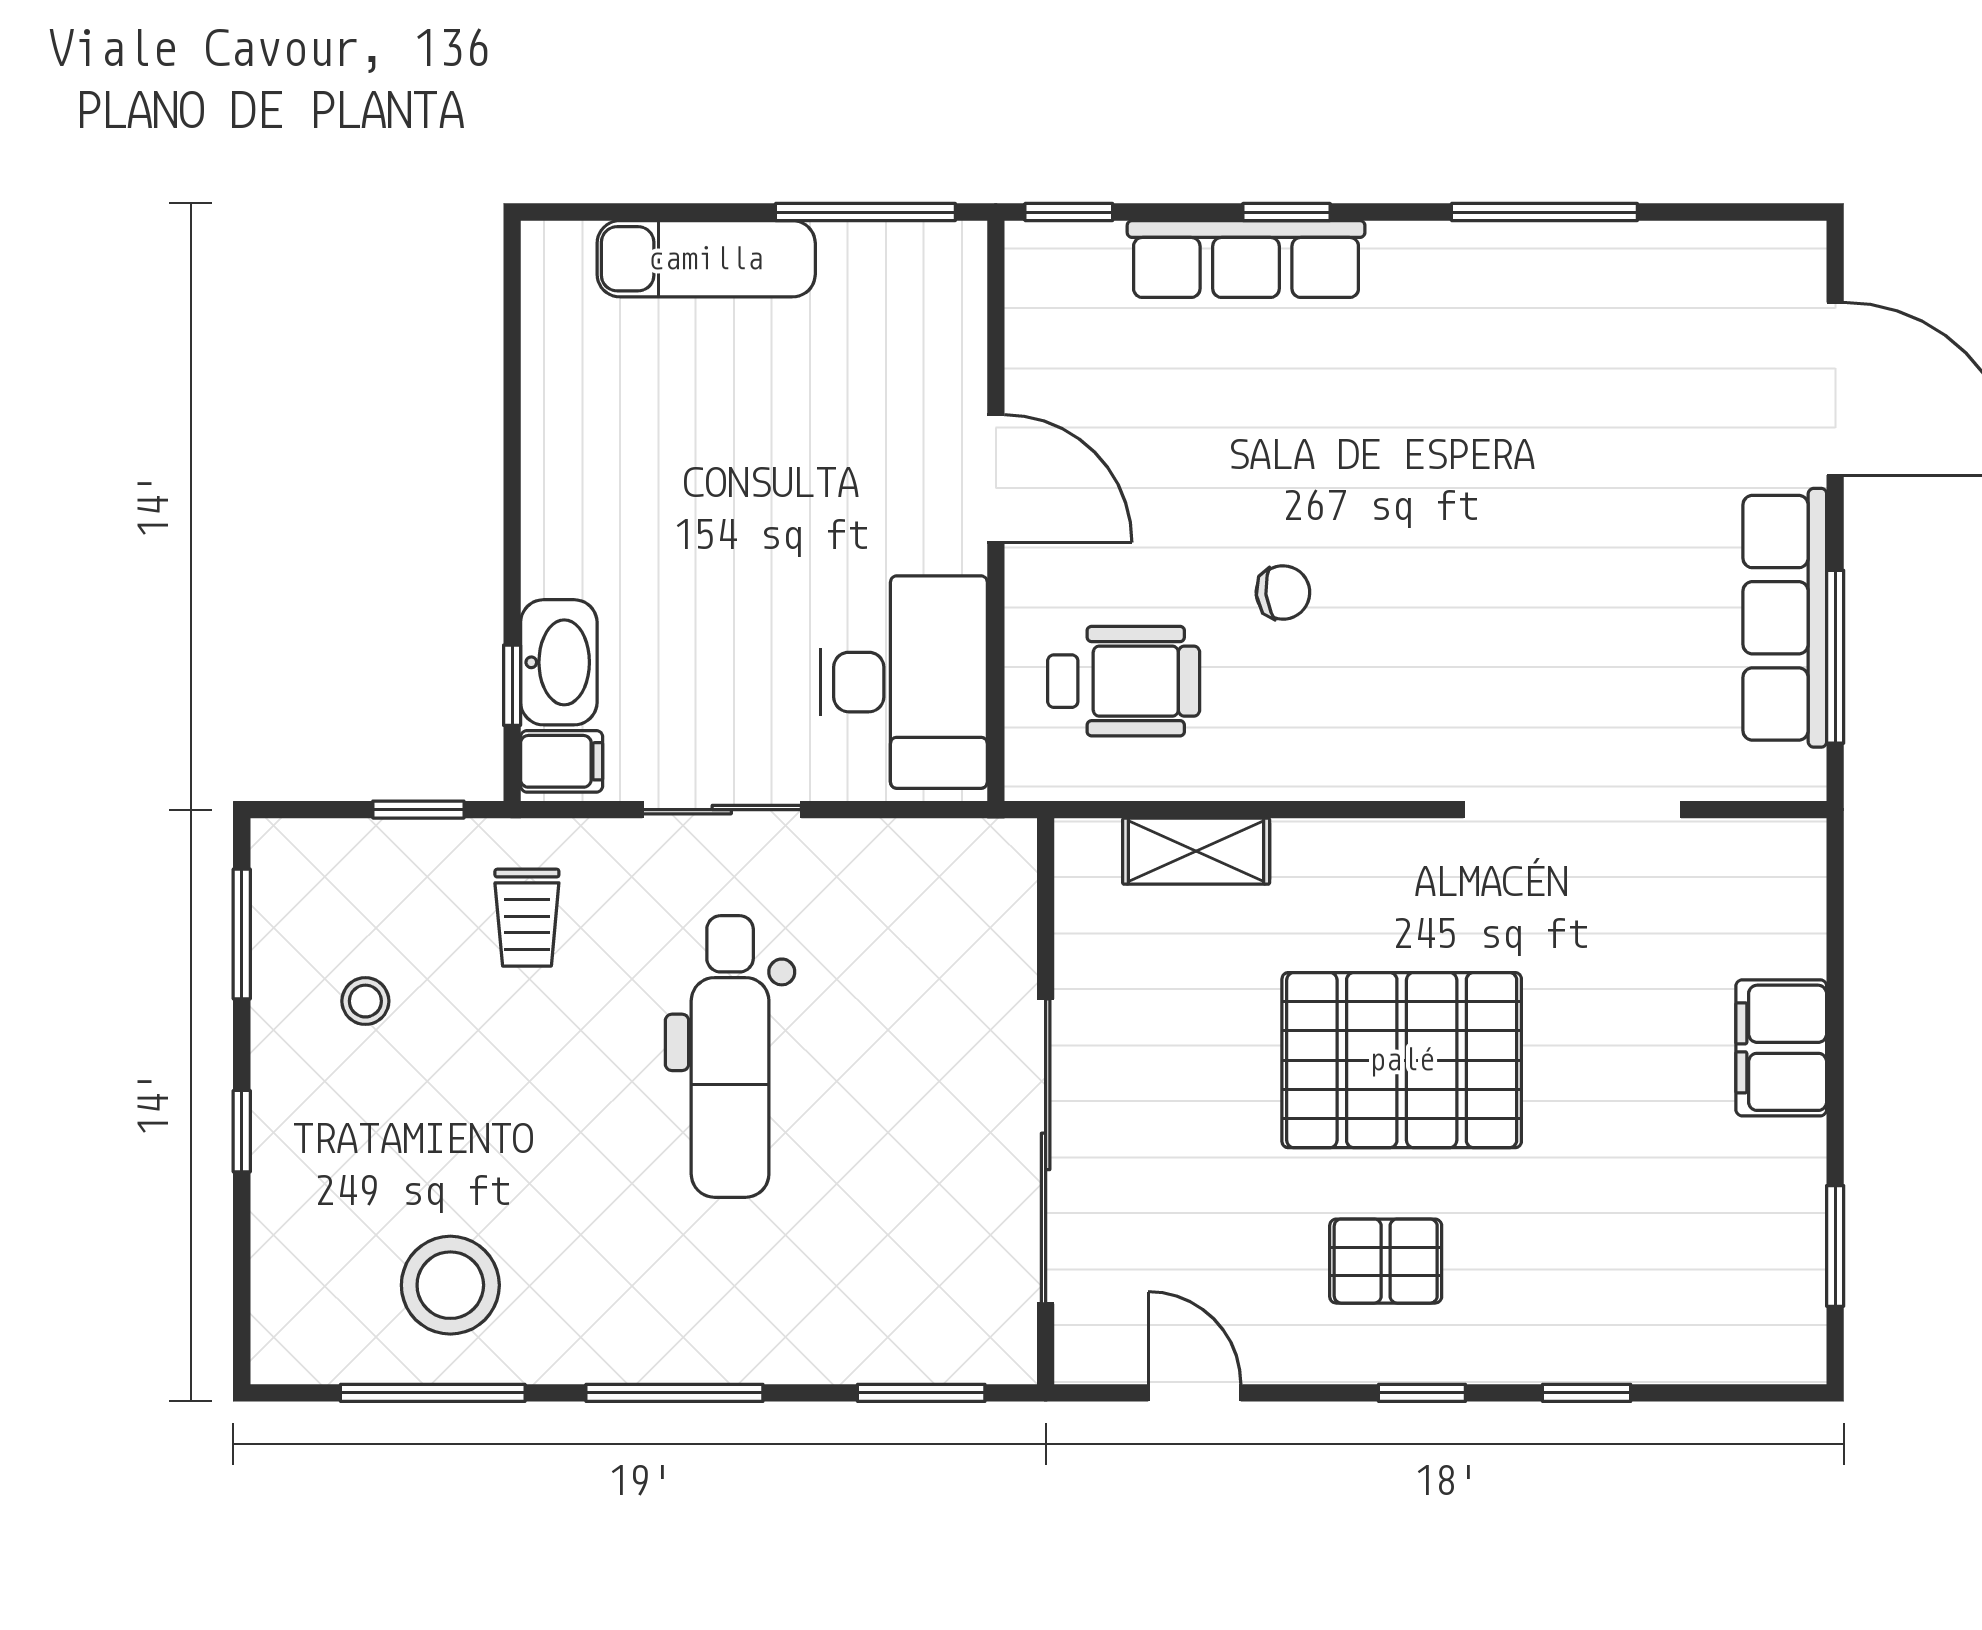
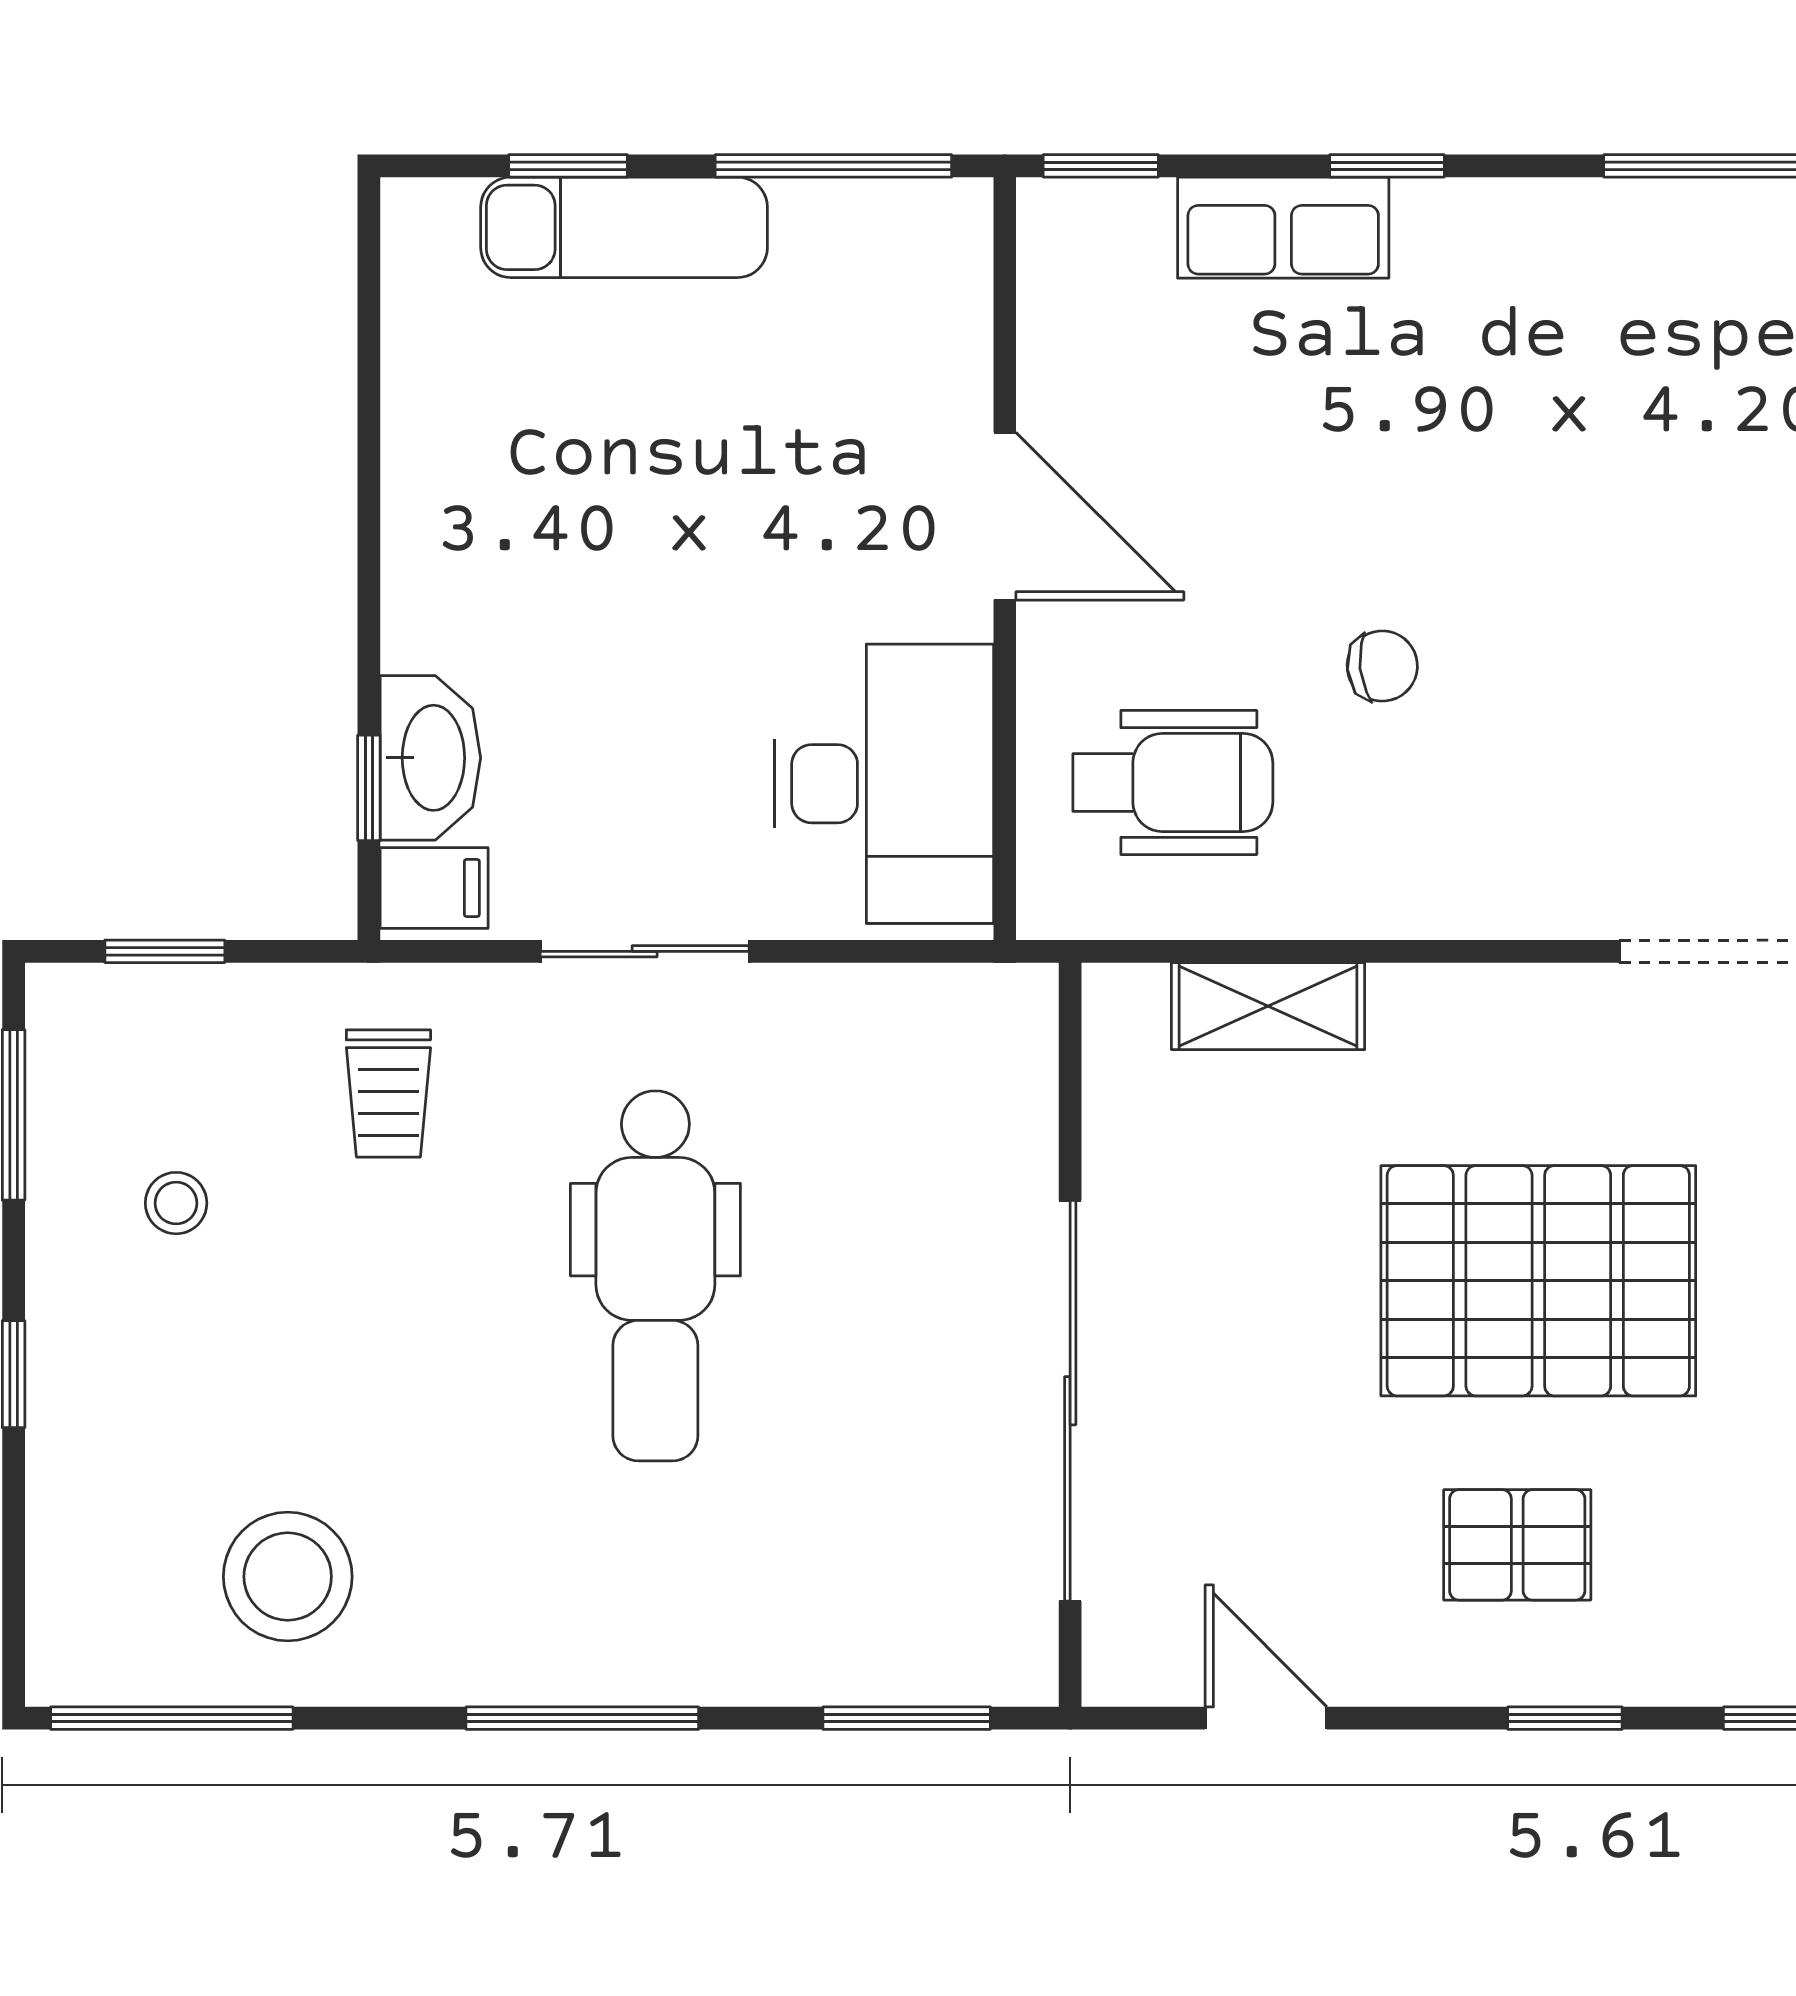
window: (663, 212) -> (568, 166), added
row of seats: (1246, 259) -> (1283, 228), width x0.68
window: (418, 810) -> (165, 951), moved
window: (433, 1393) -> (172, 1718), moved

